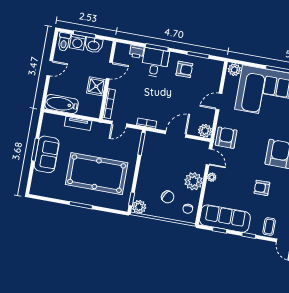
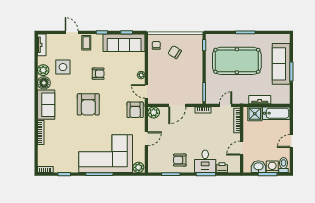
shower: (96, 86) -> (255, 114), moved
sofa: (47, 154) -> (281, 64), width x1.36
plant: (194, 181) -> (156, 69), removed
plant: (139, 207) -> (197, 40), removed

